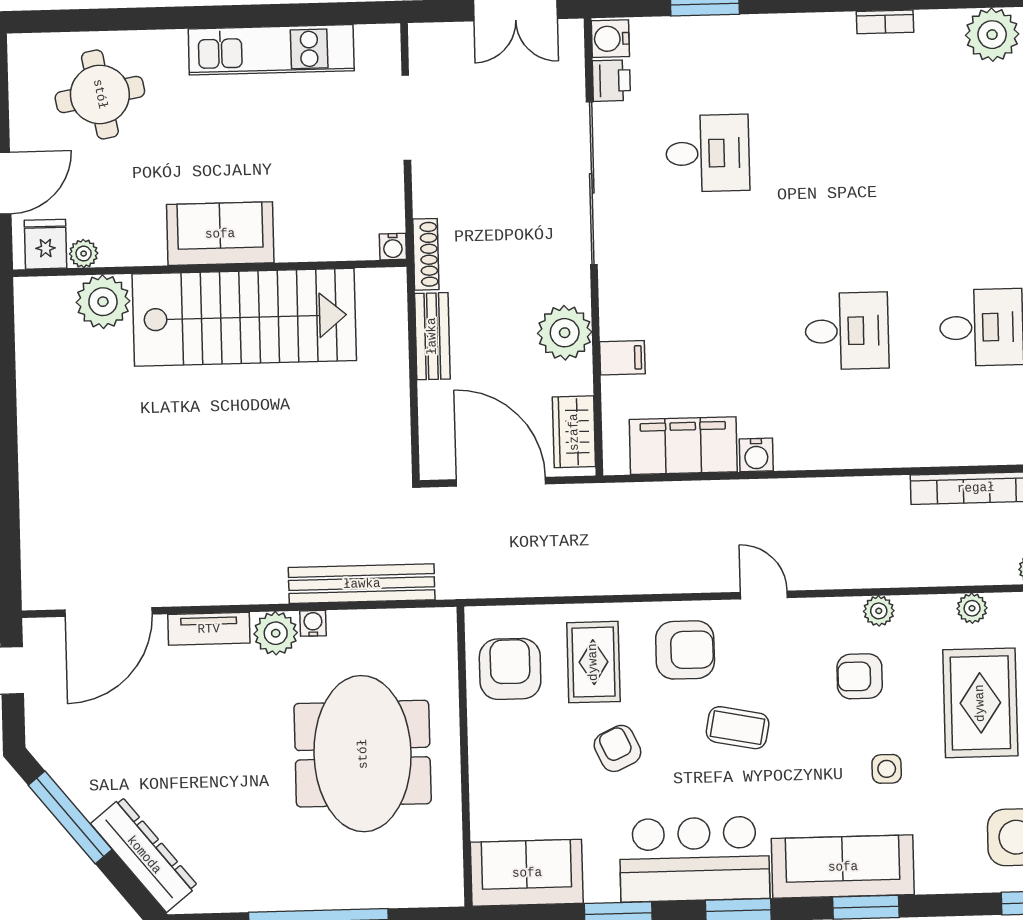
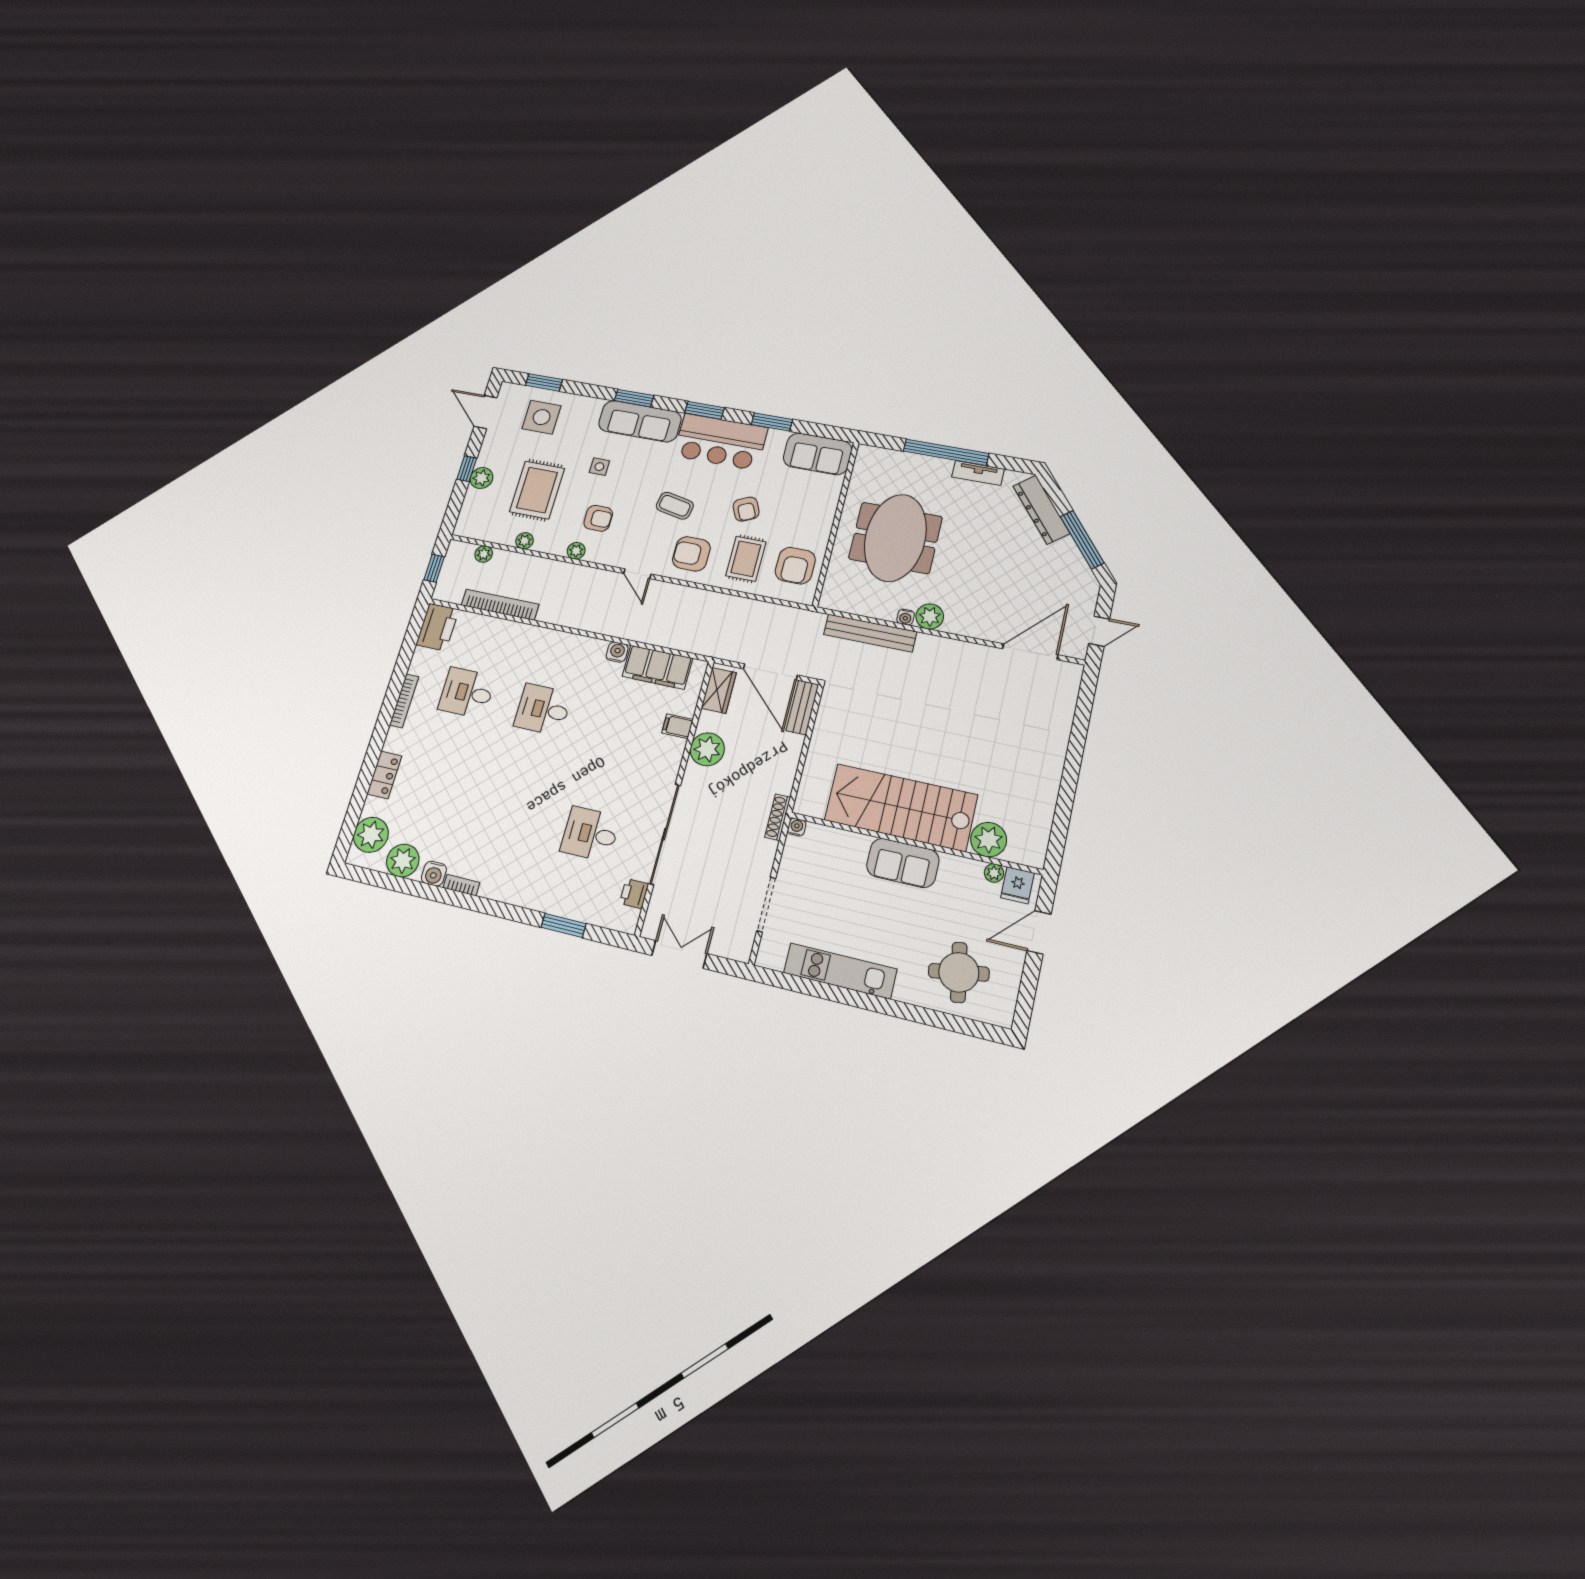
water cooler: (610, 39) -> (434, 874), moved, turned 90
bench: (432, 336) -> (802, 707), moved
tv unit: (209, 629) -> (978, 473), moved, turned 180

